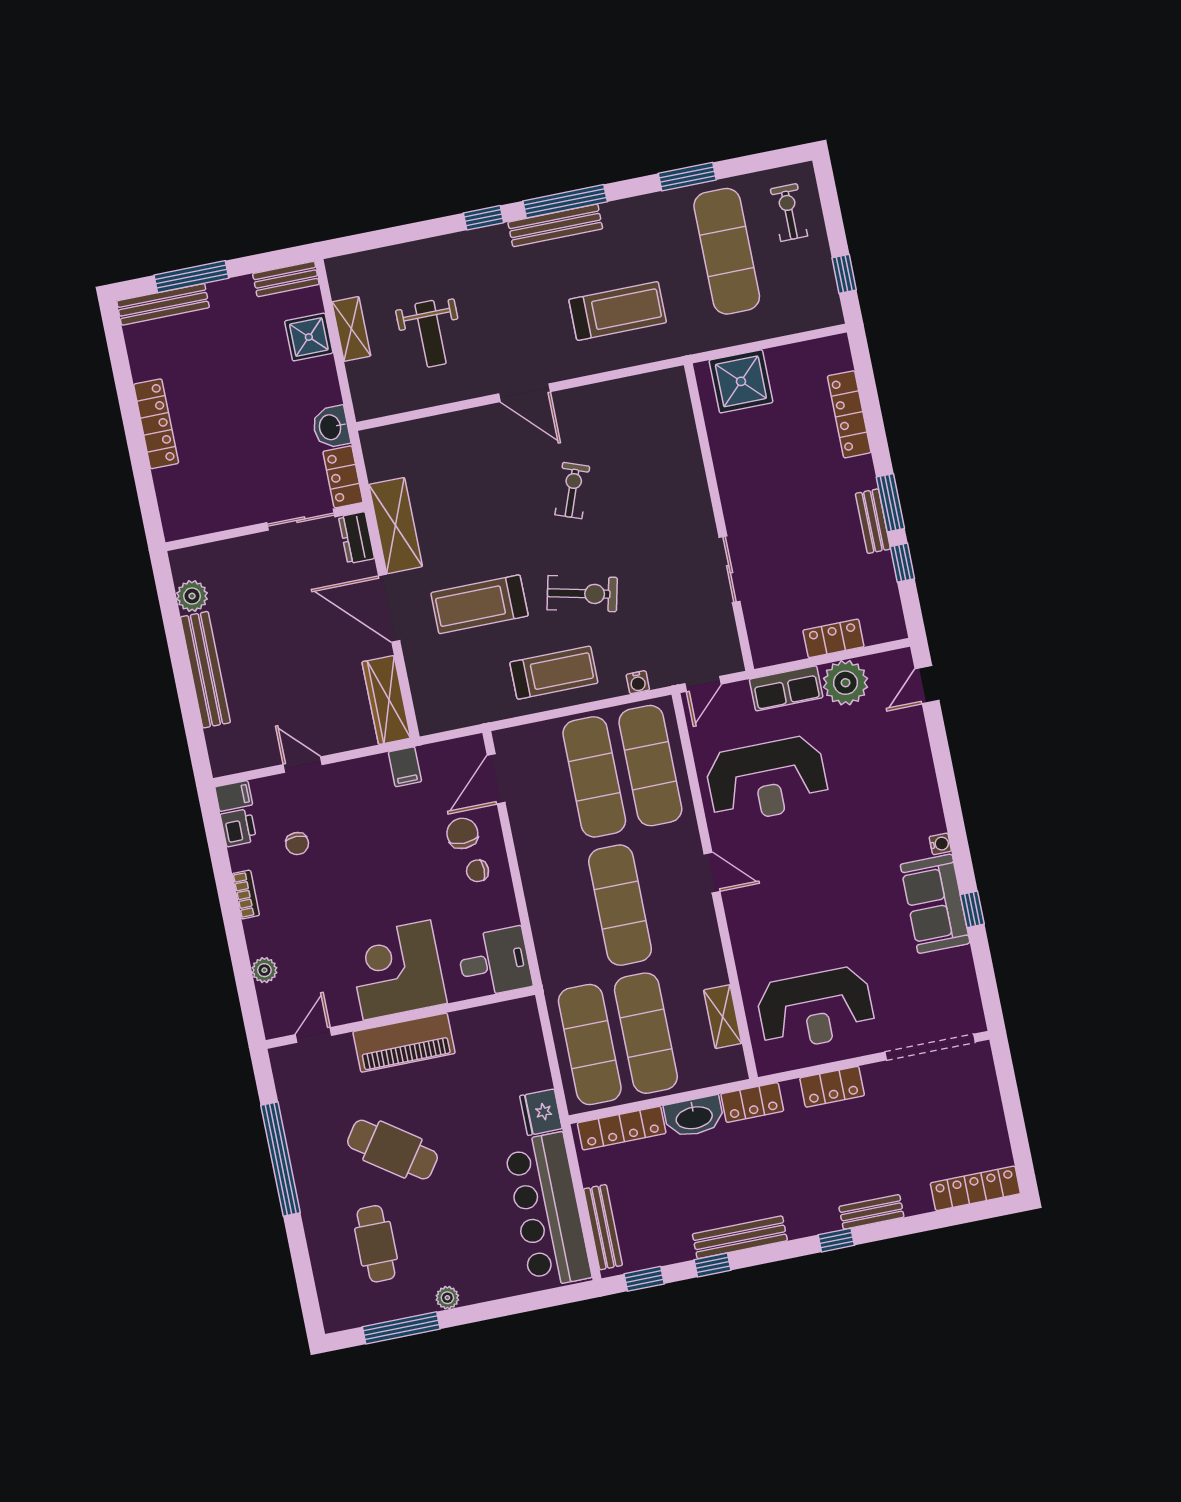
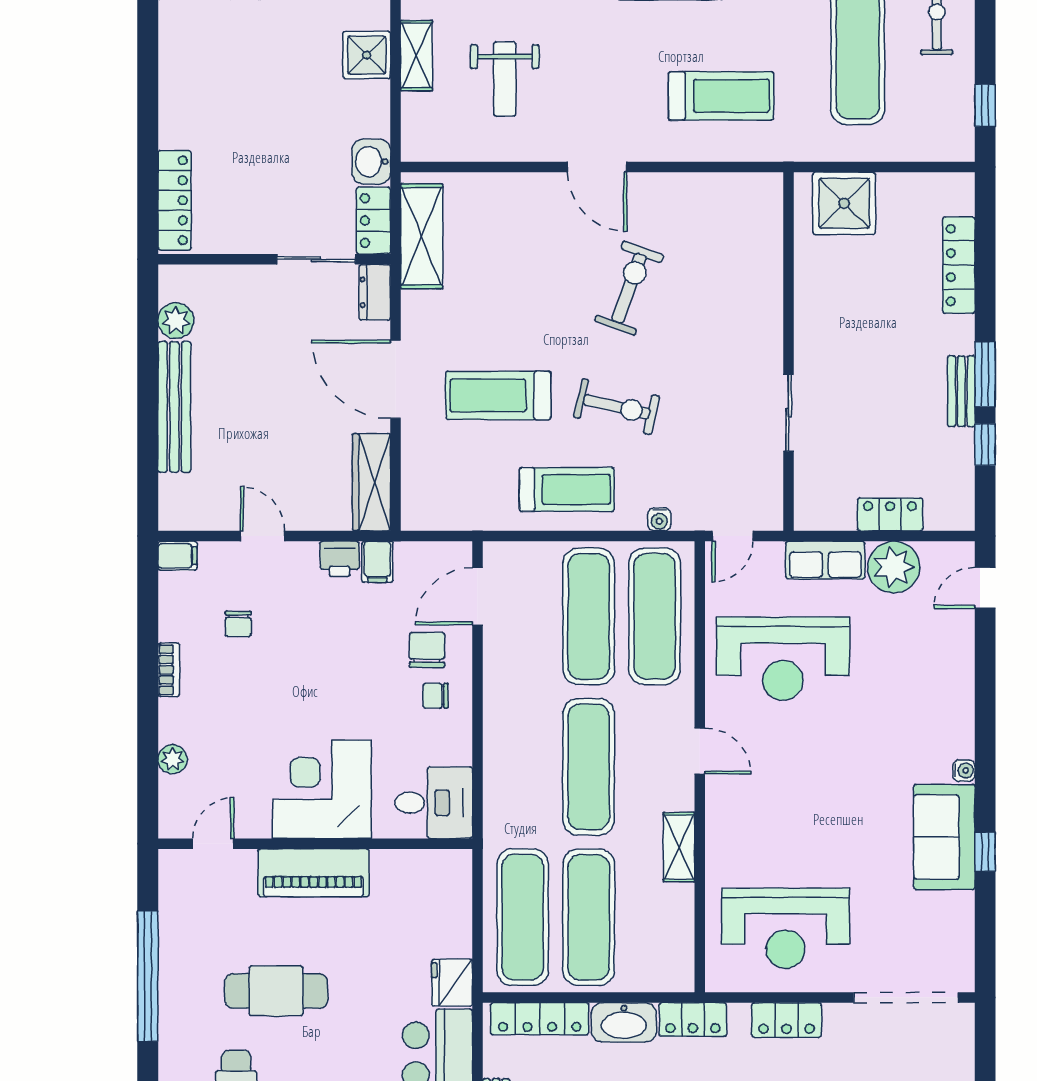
locker: (156, 424) -> (175, 200), moved
exercise bike: (572, 491) -> (629, 288), width x1.38, depth x1.39
shelving: (396, 526) -> (422, 236), moved
printer: (238, 828) -> (340, 559), moved, turned 90
shelving: (723, 1017) -> (679, 847), moved
cafe table: (392, 1150) -> (276, 991), turned -35

